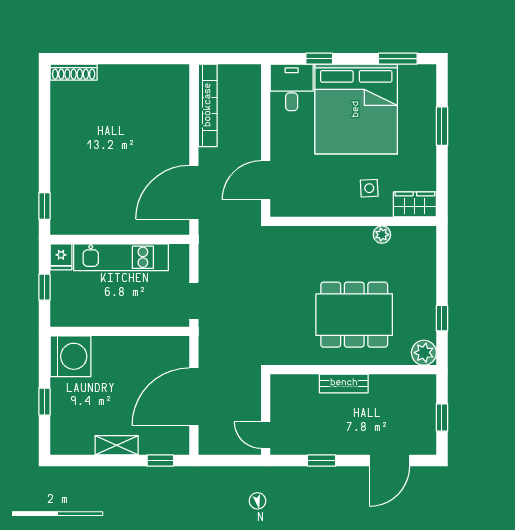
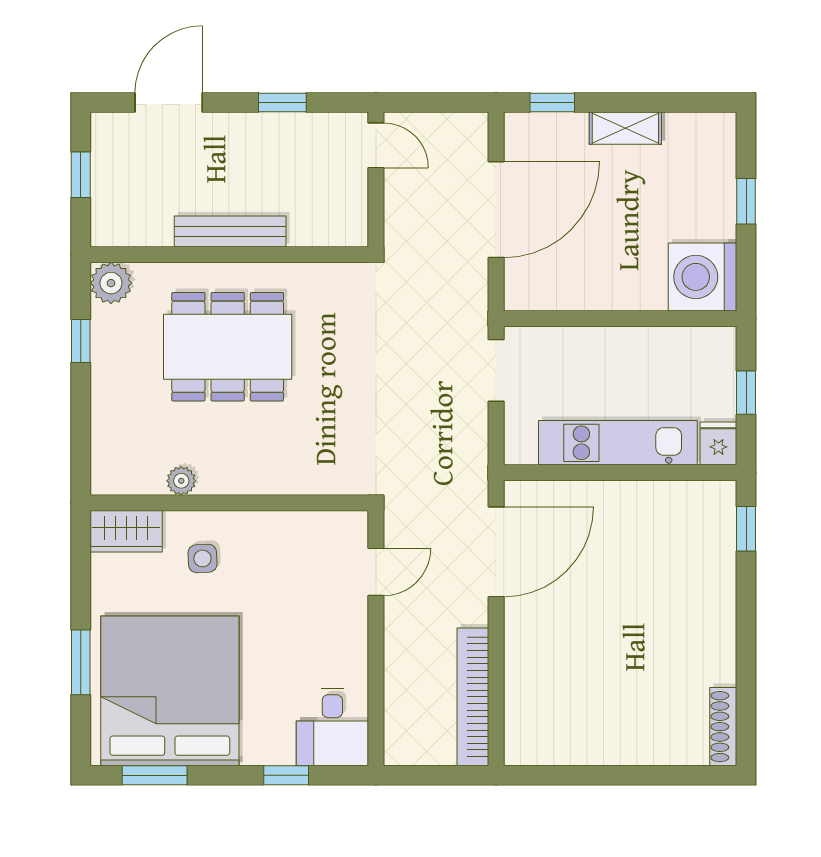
shoe rack: (74, 72) -> (723, 727), moved, turned -90
bed: (356, 109) -> (170, 691), moved
door: (266, 180) -> (376, 572), width x0.73
bench: (344, 383) -> (230, 232), width x1.36

